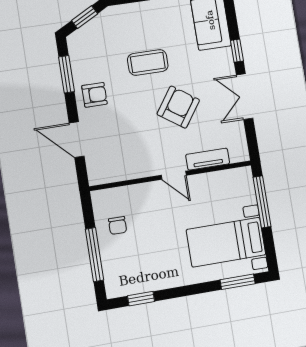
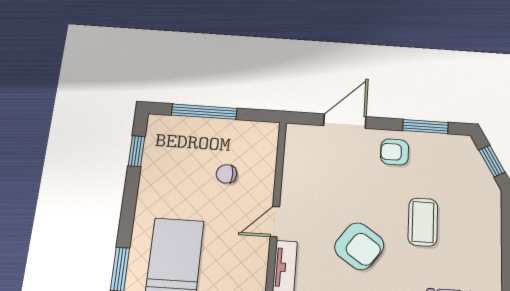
armchair: (94, 95) -> (395, 152), turned 90
chair: (118, 225) -> (227, 174), moved

